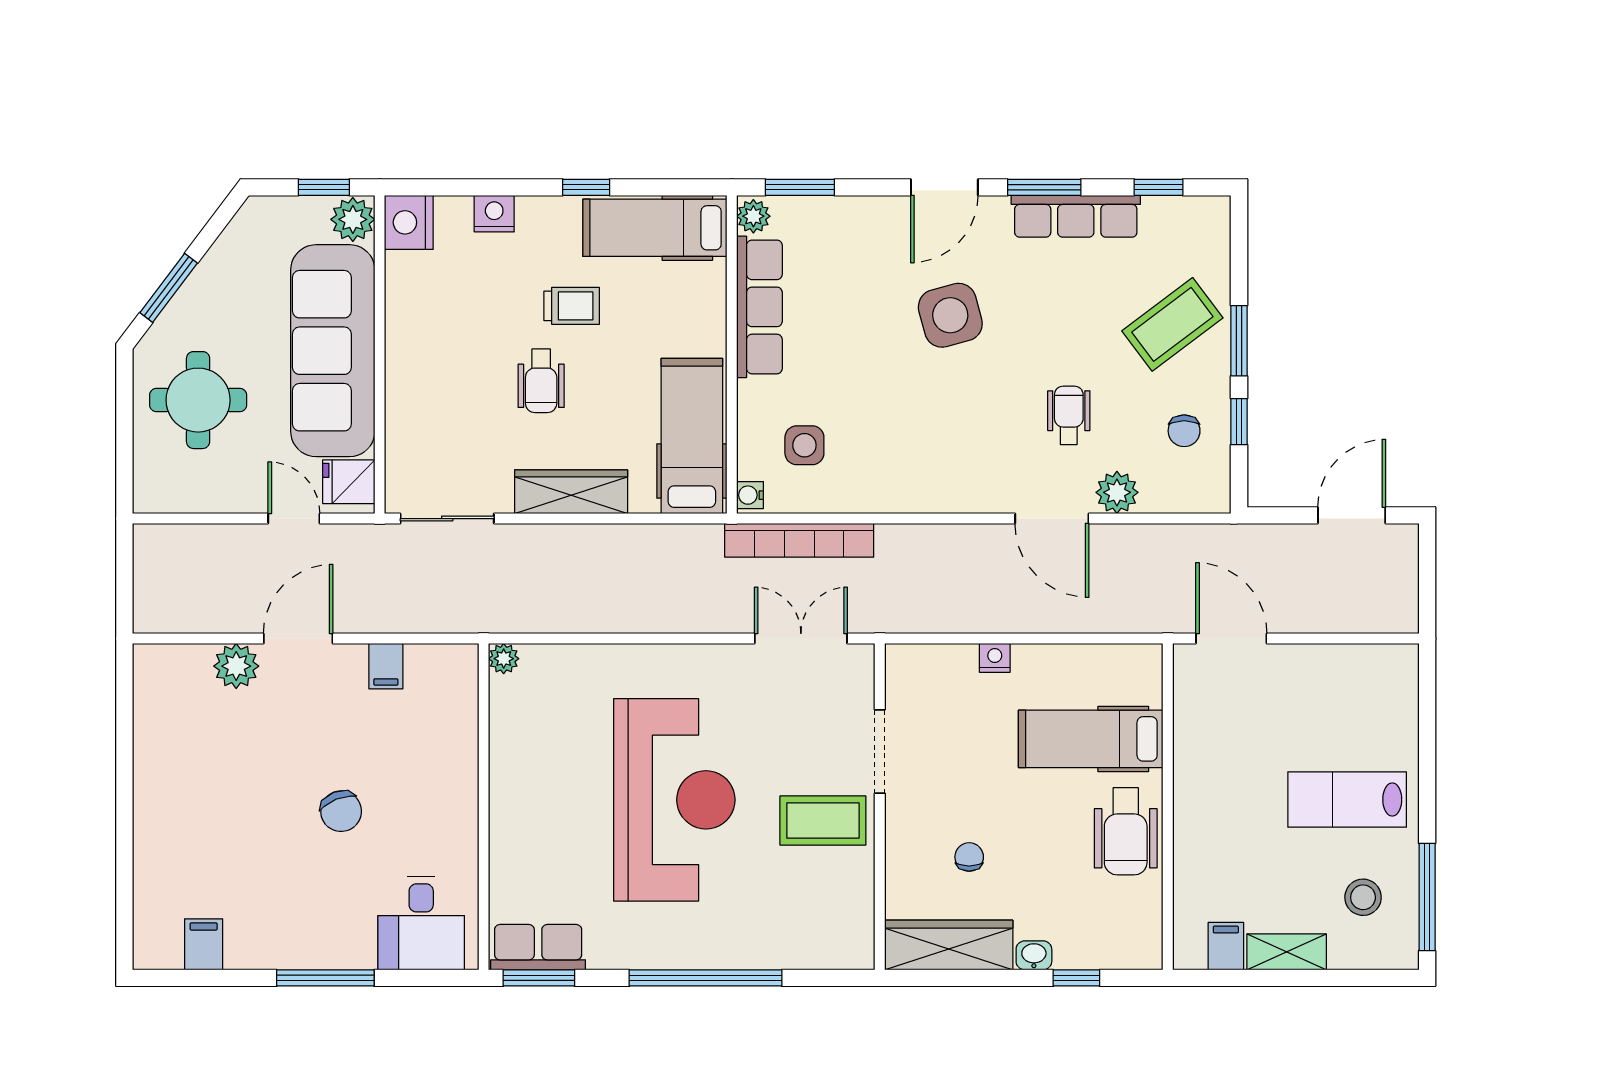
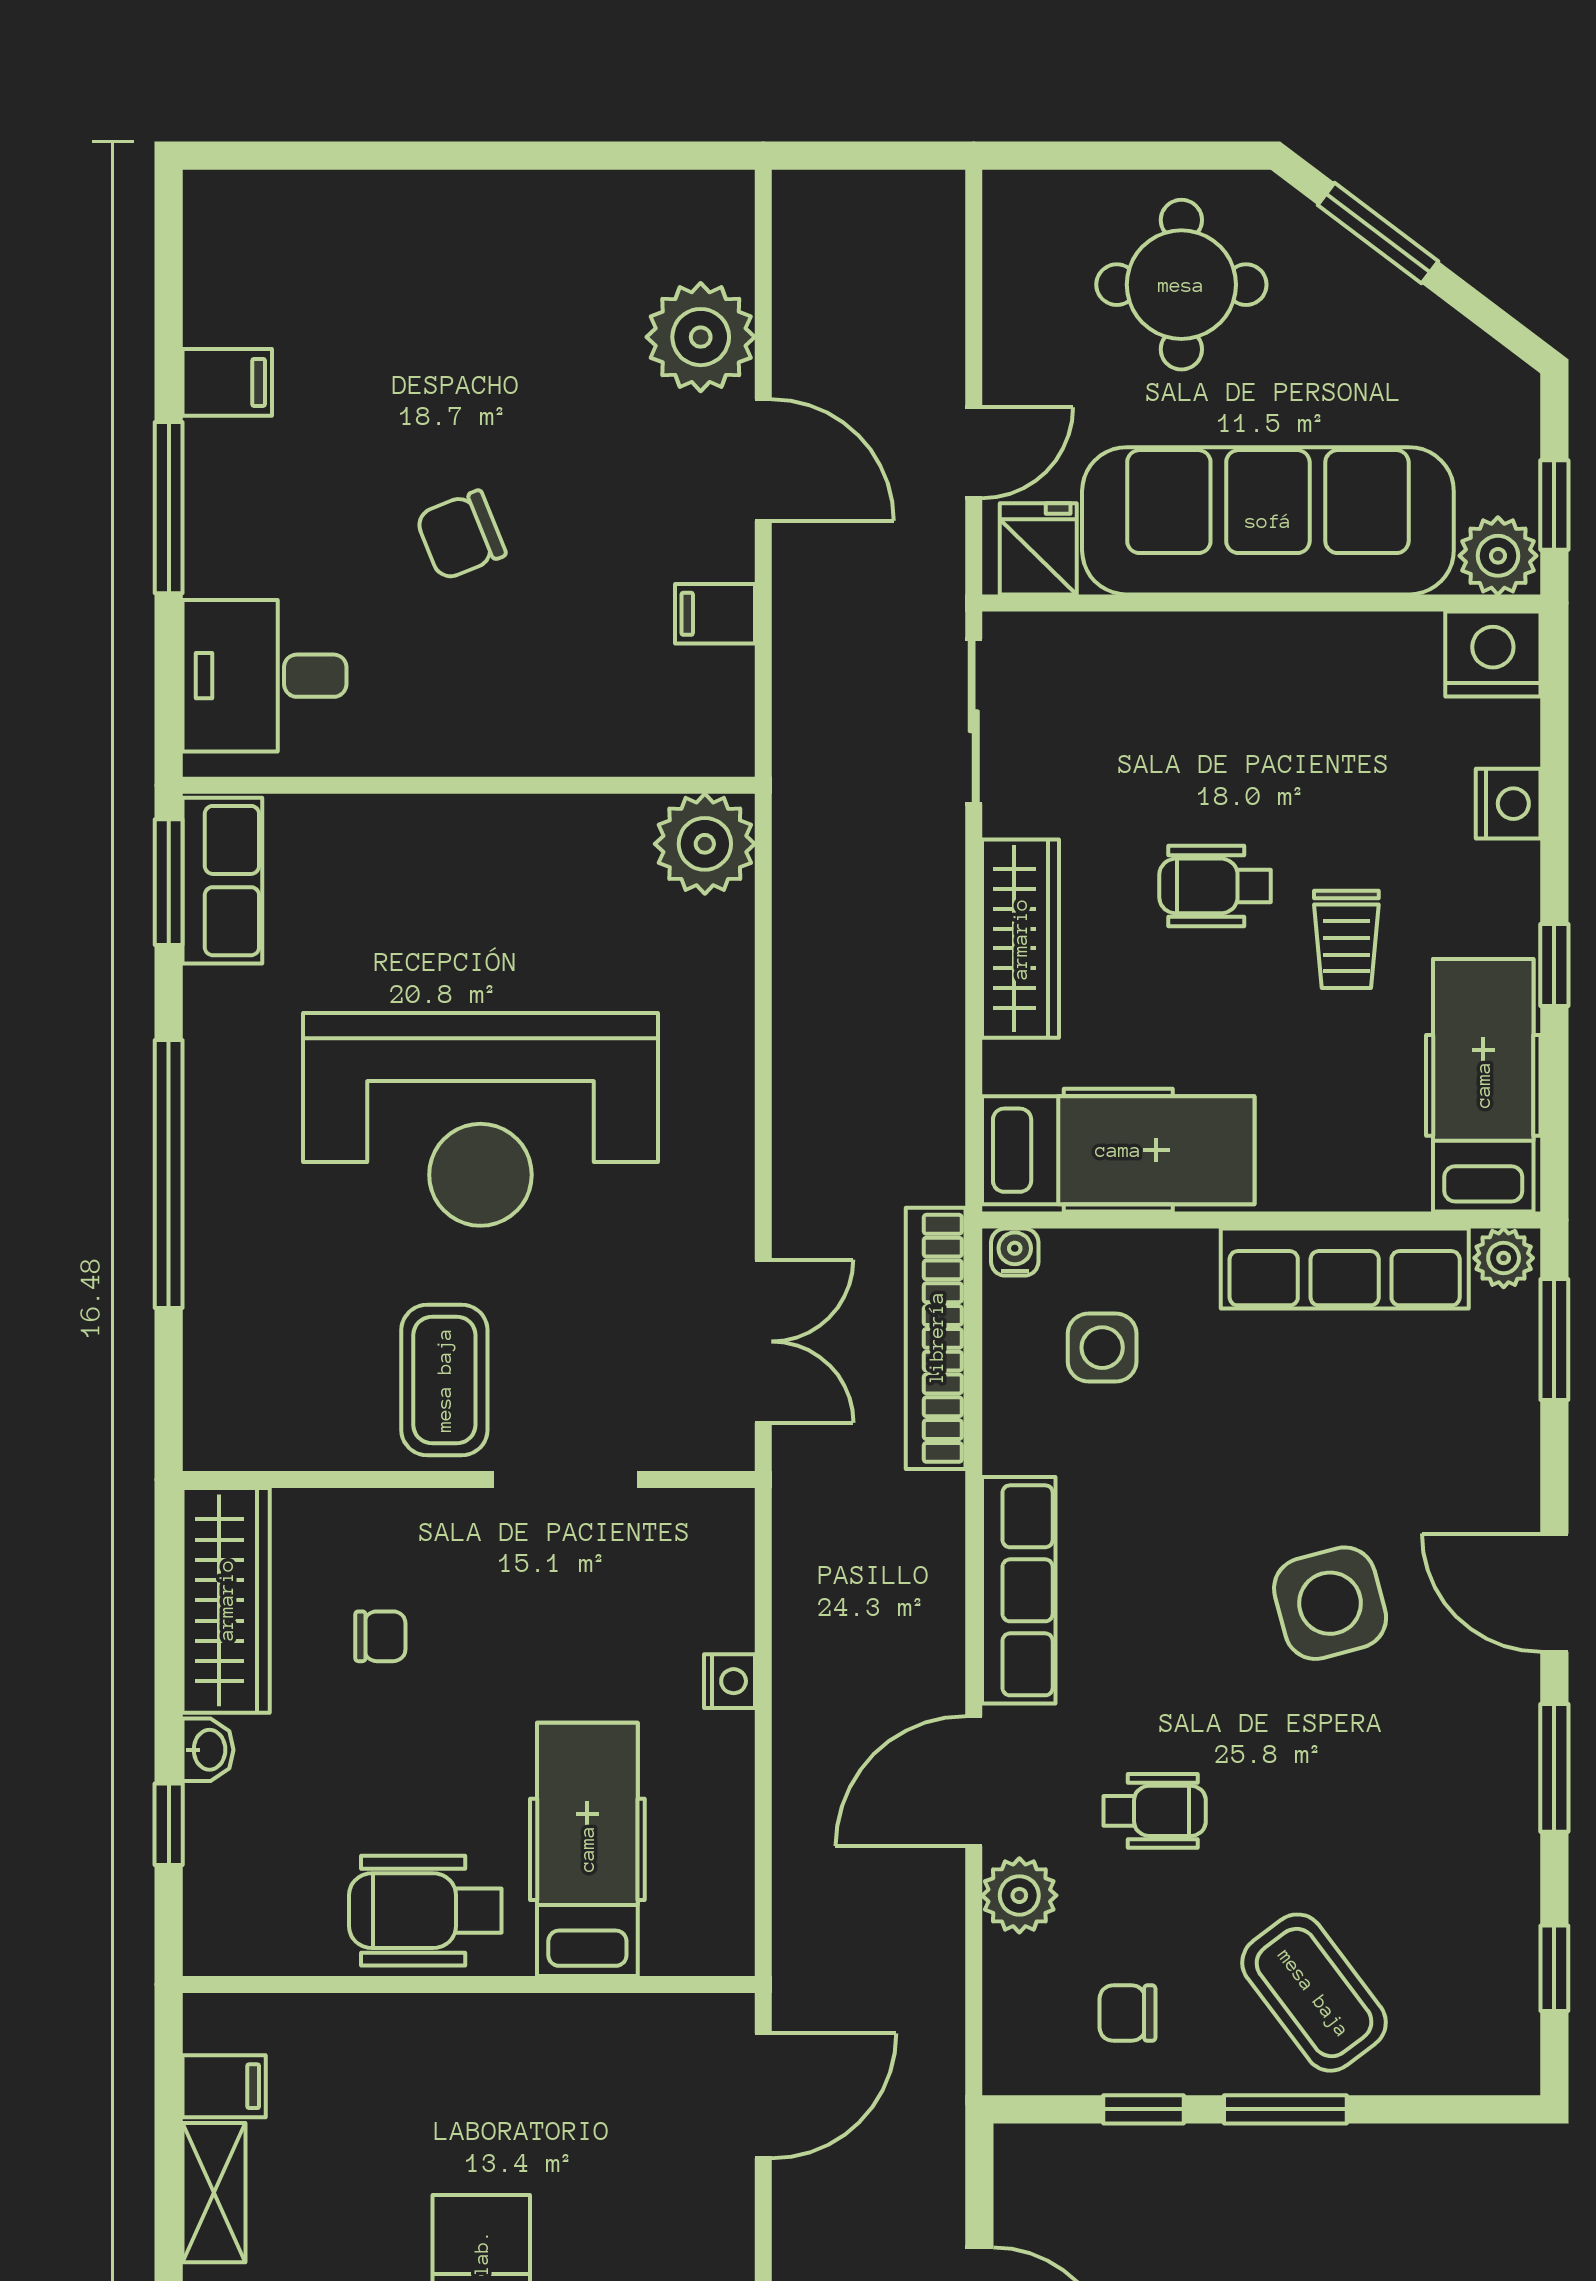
row of seats: (1076, 216) -> (1019, 1590), moved, turned 180
plant: (504, 659) -> (705, 844), width x1.88, depth x1.88
plant: (236, 666) -> (701, 337), width x1.36, depth x1.36
filing cabinet: (204, 944) -> (227, 382), moved

